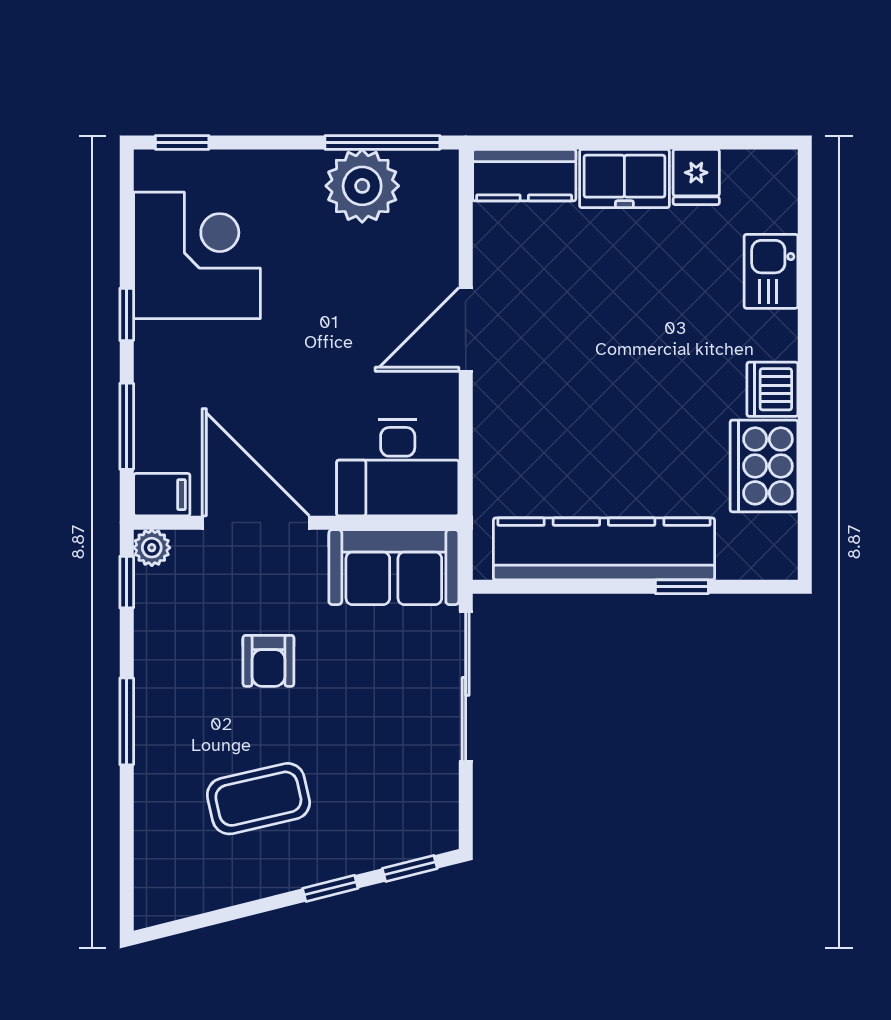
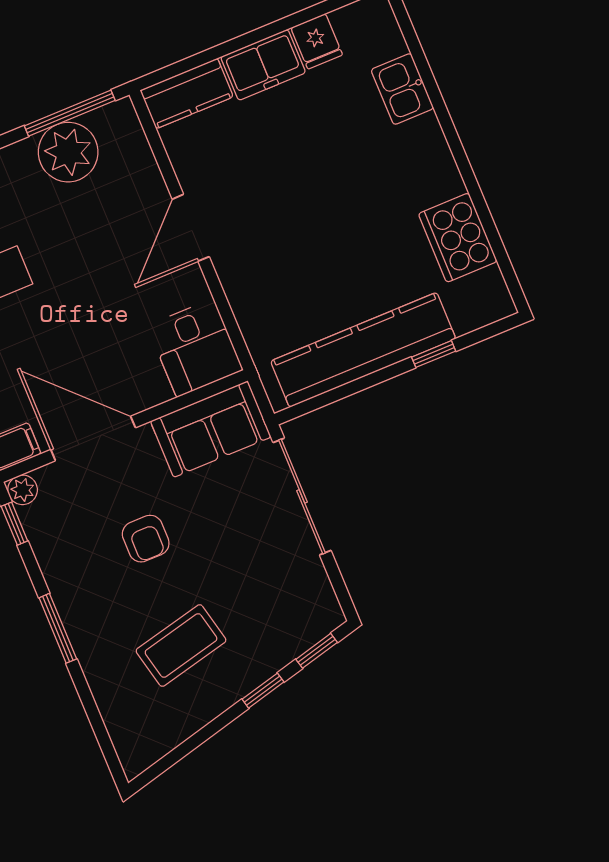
dishwasher: (772, 389) -> (440, 177), removed
desk: (398, 468) -> (195, 348), width x0.73

